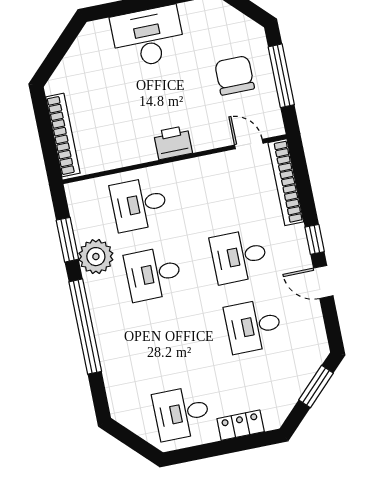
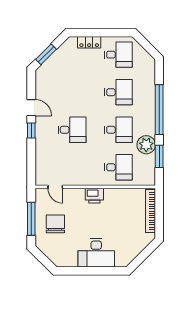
chair: (235, 75) -> (55, 224), turned 180
bookcase: (286, 182) -> (40, 163), removed
desk: (253, 326) -> (118, 92), moved

